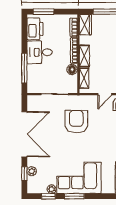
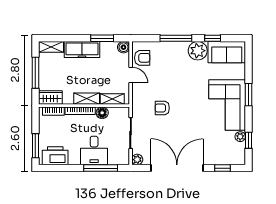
desk: (40, 52) -> (94, 150), moved
armchair: (76, 122) -> (162, 108), width x0.53, depth x0.53
plant: (32, 171) -> (137, 160), moved
window: (74, 196) -> (248, 95), moved

